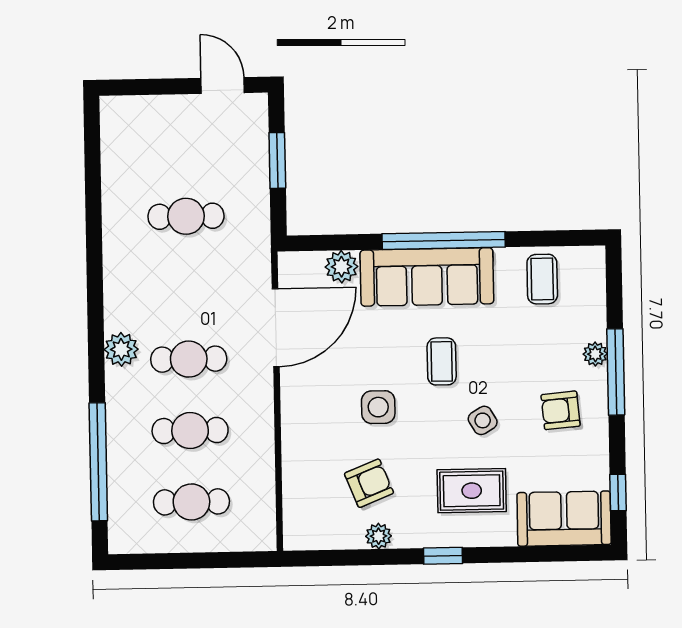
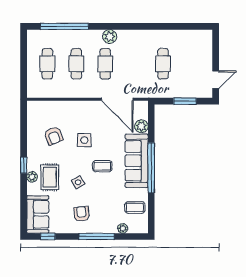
plant: (595, 354) -> (123, 228), moved
plant: (379, 536) -> (32, 177), moved

